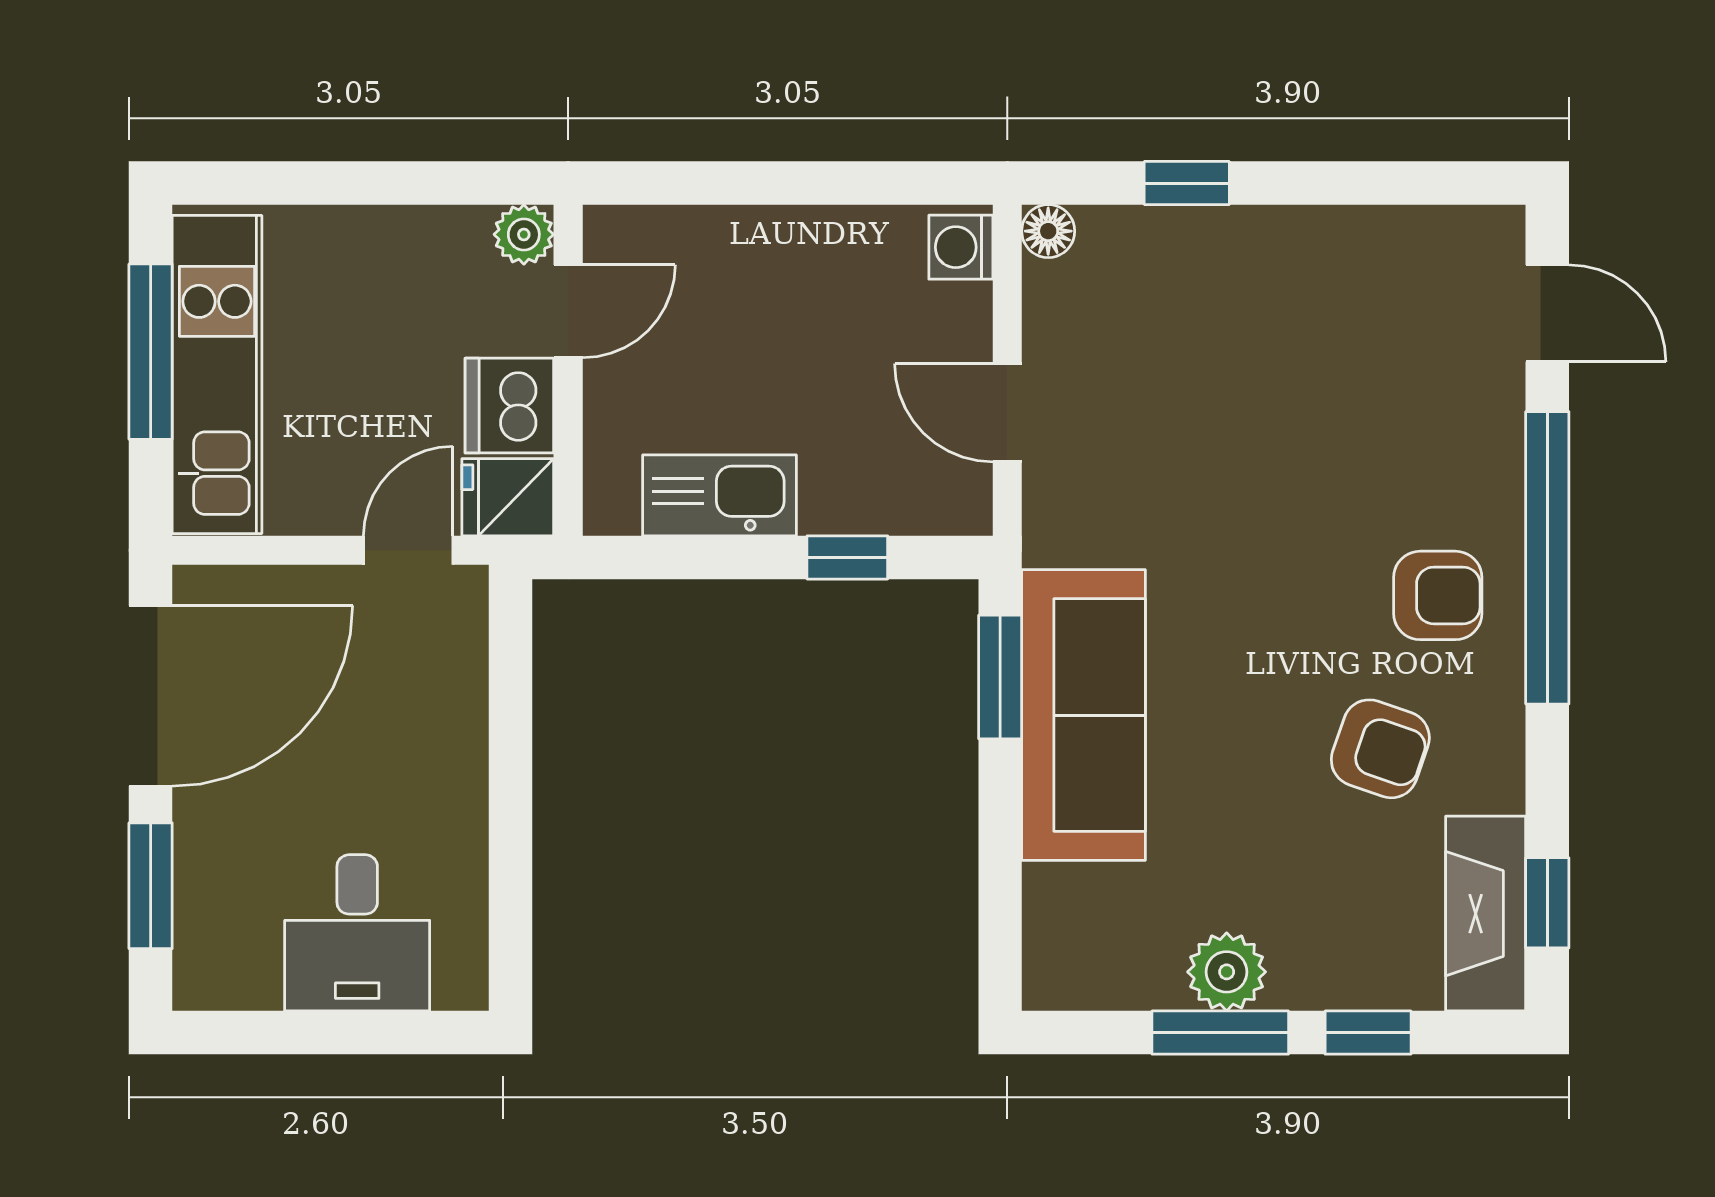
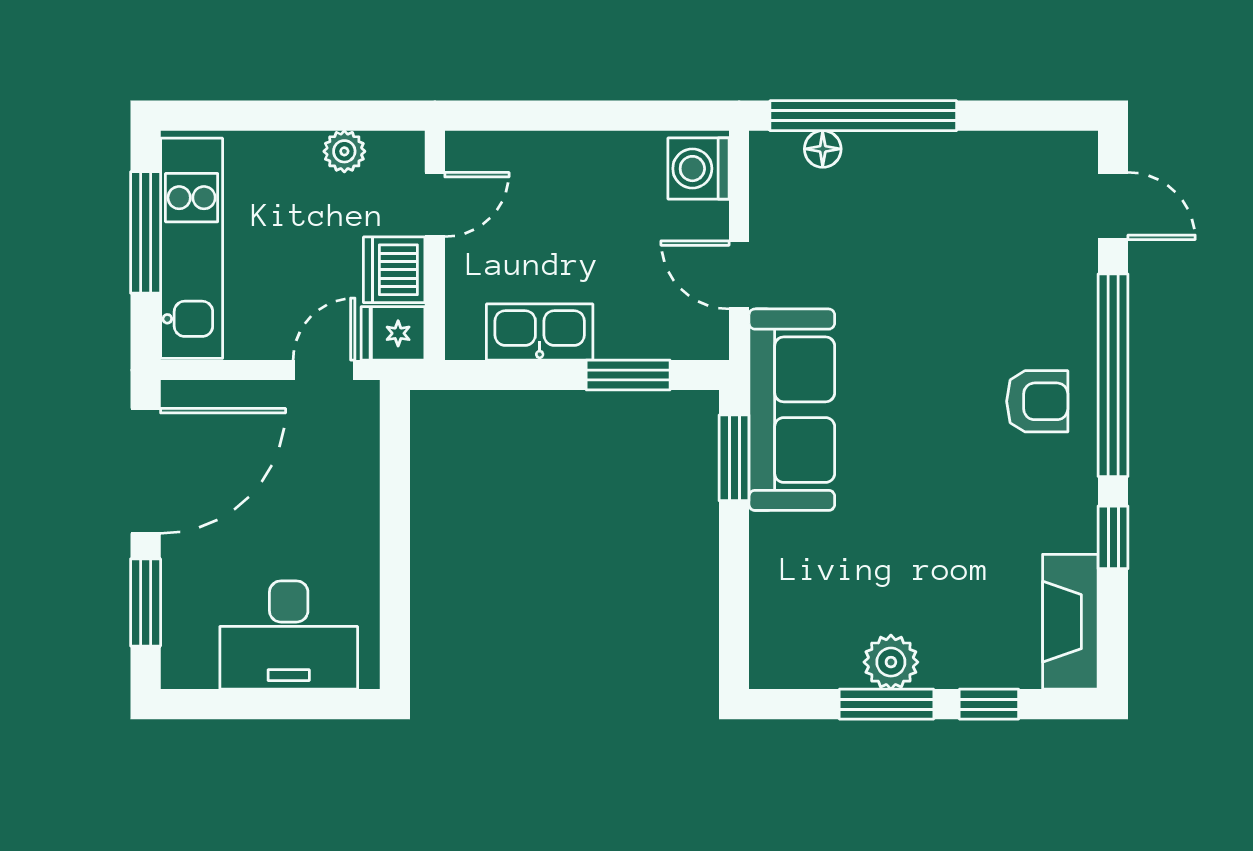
window: (1187, 183) -> (863, 116), width x3.17
floor lamp: (1048, 231) -> (823, 149), moved
plant: (524, 234) -> (344, 151), moved
washing machine: (961, 247) -> (698, 169), width x1.38, depth x1.38
window: (847, 557) -> (628, 375), width x1.50
sofa: (1084, 715) -> (792, 410), moved
armchair: (1380, 749) -> (997, 508), removed
window: (1547, 903) -> (1113, 537), moved
desk: (357, 933) -> (289, 635), width x1.37

